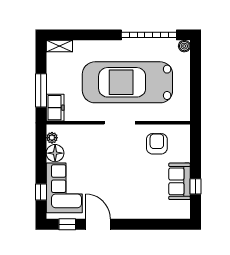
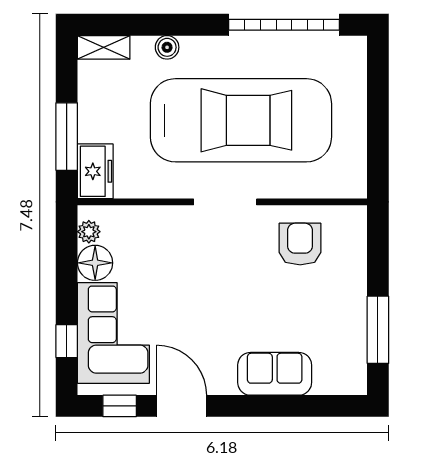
boiler: (184, 46) -> (167, 47), moved
car: (127, 82) -> (241, 120), turned 180
sofa: (180, 181) -> (275, 374), moved, turned 90
window: (196, 186) -> (378, 330), width x2.17

